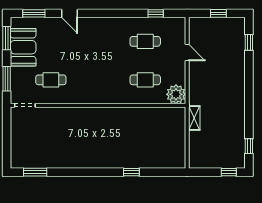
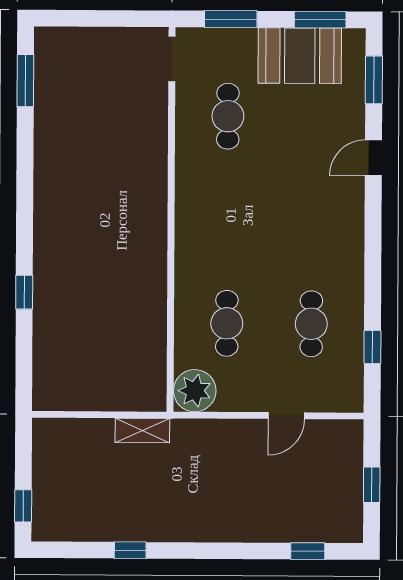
window: (249, 146) -> (130, 550), moved

